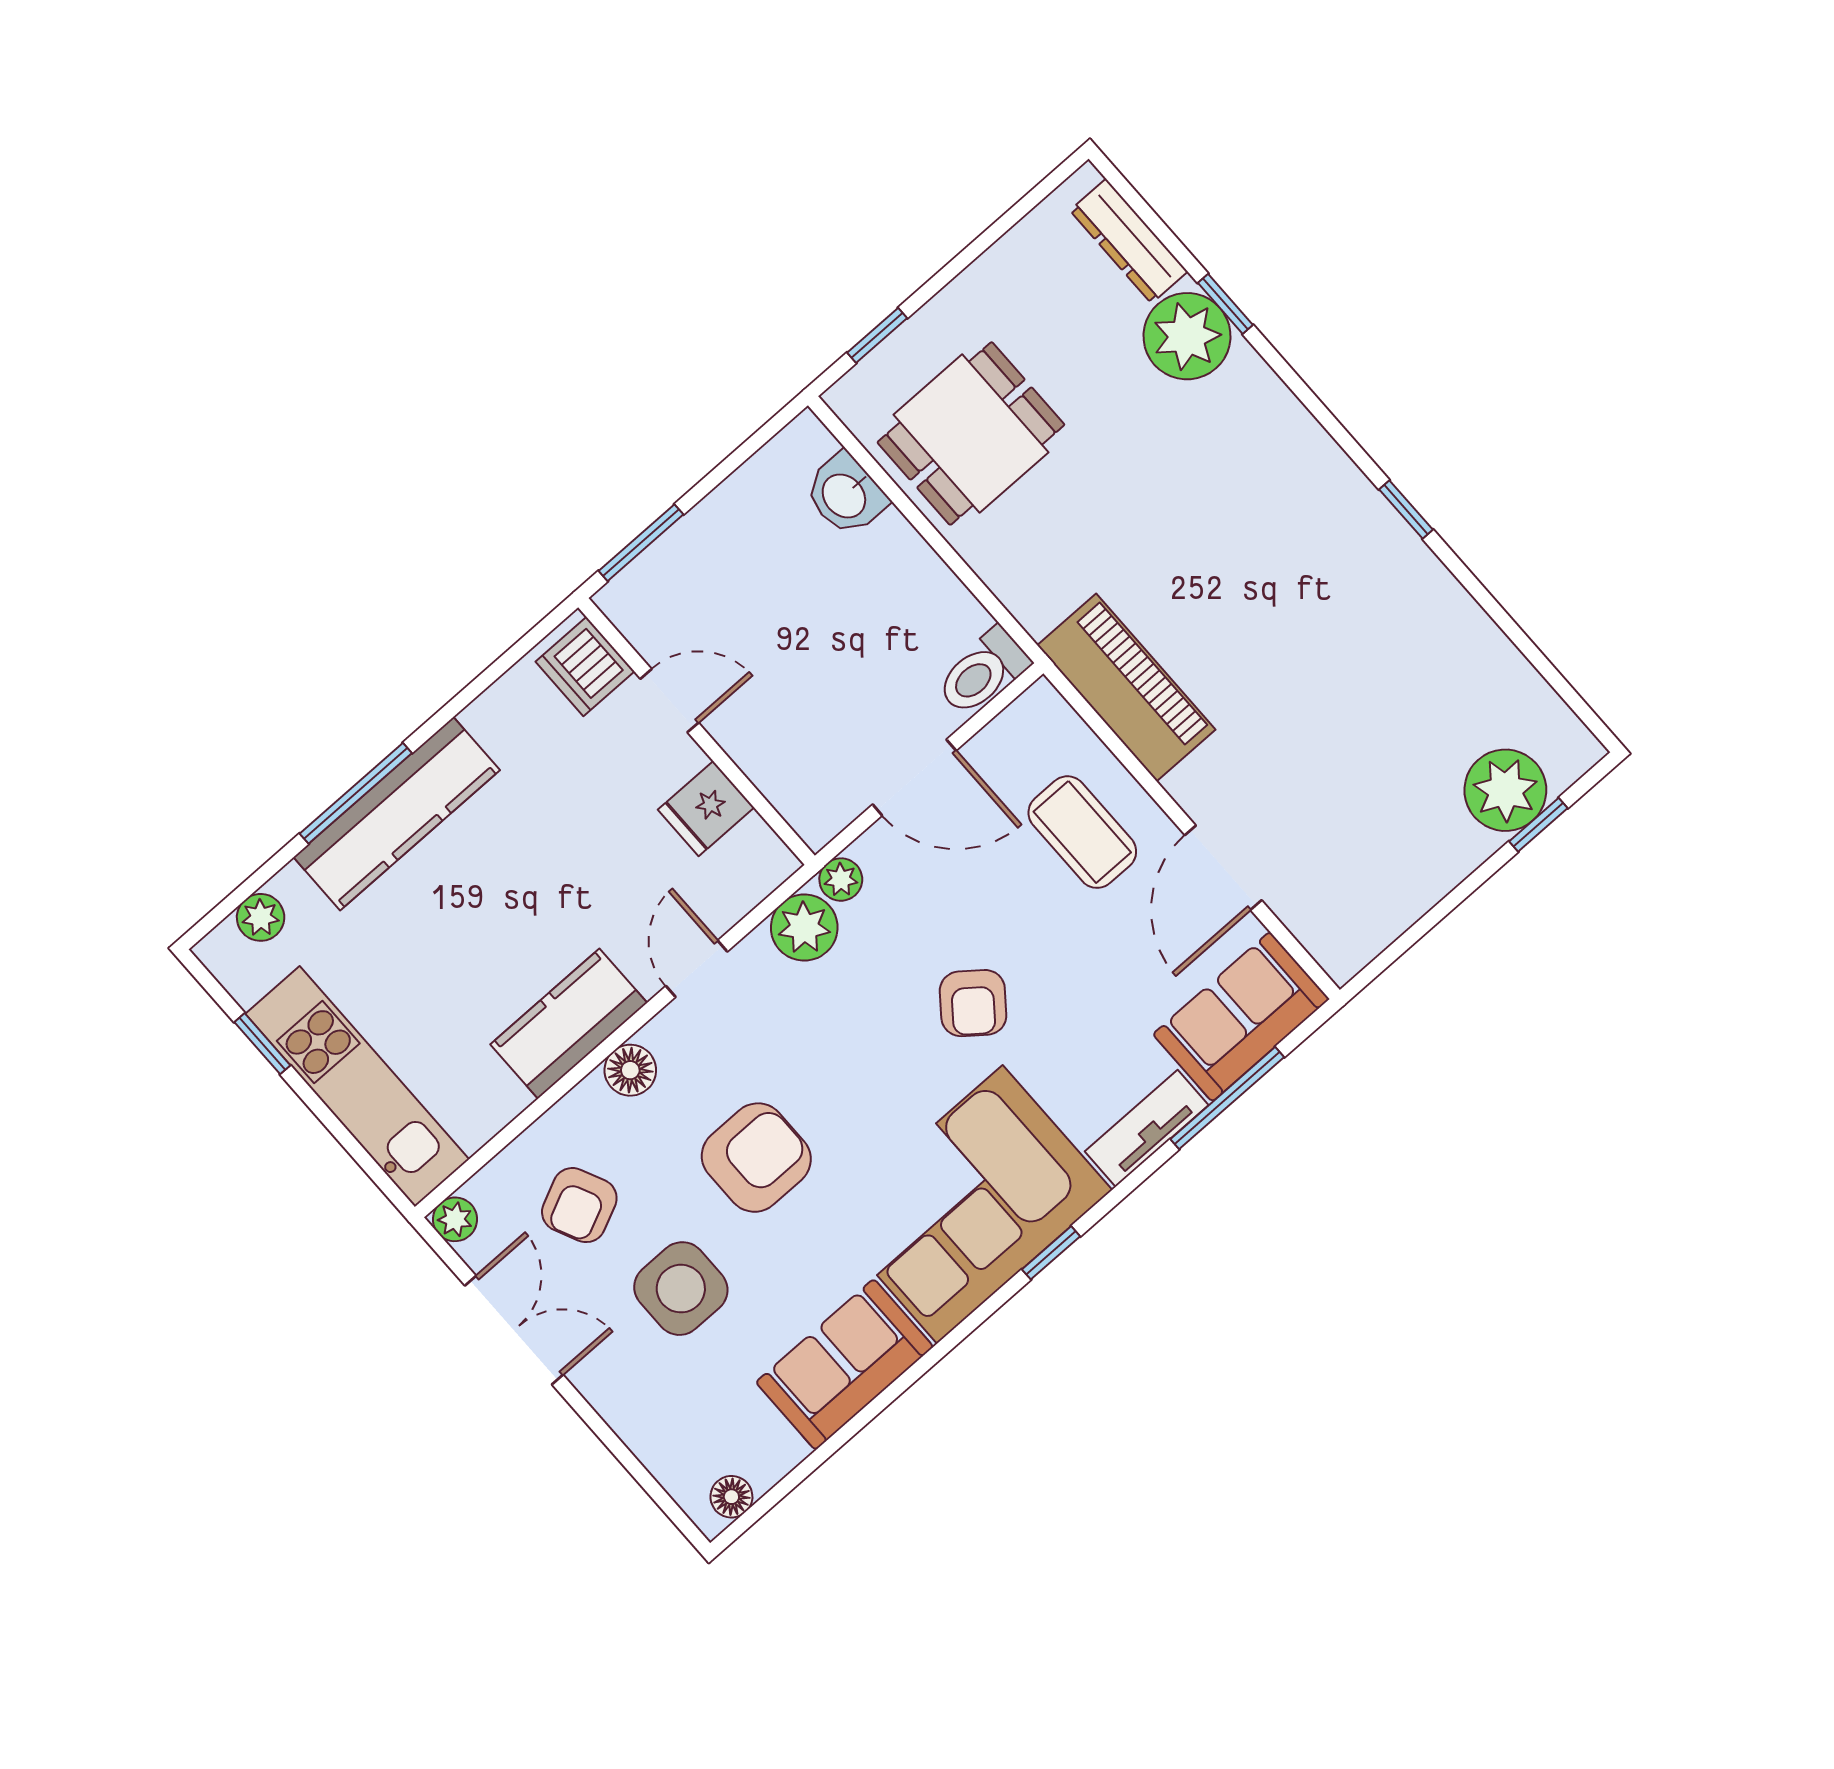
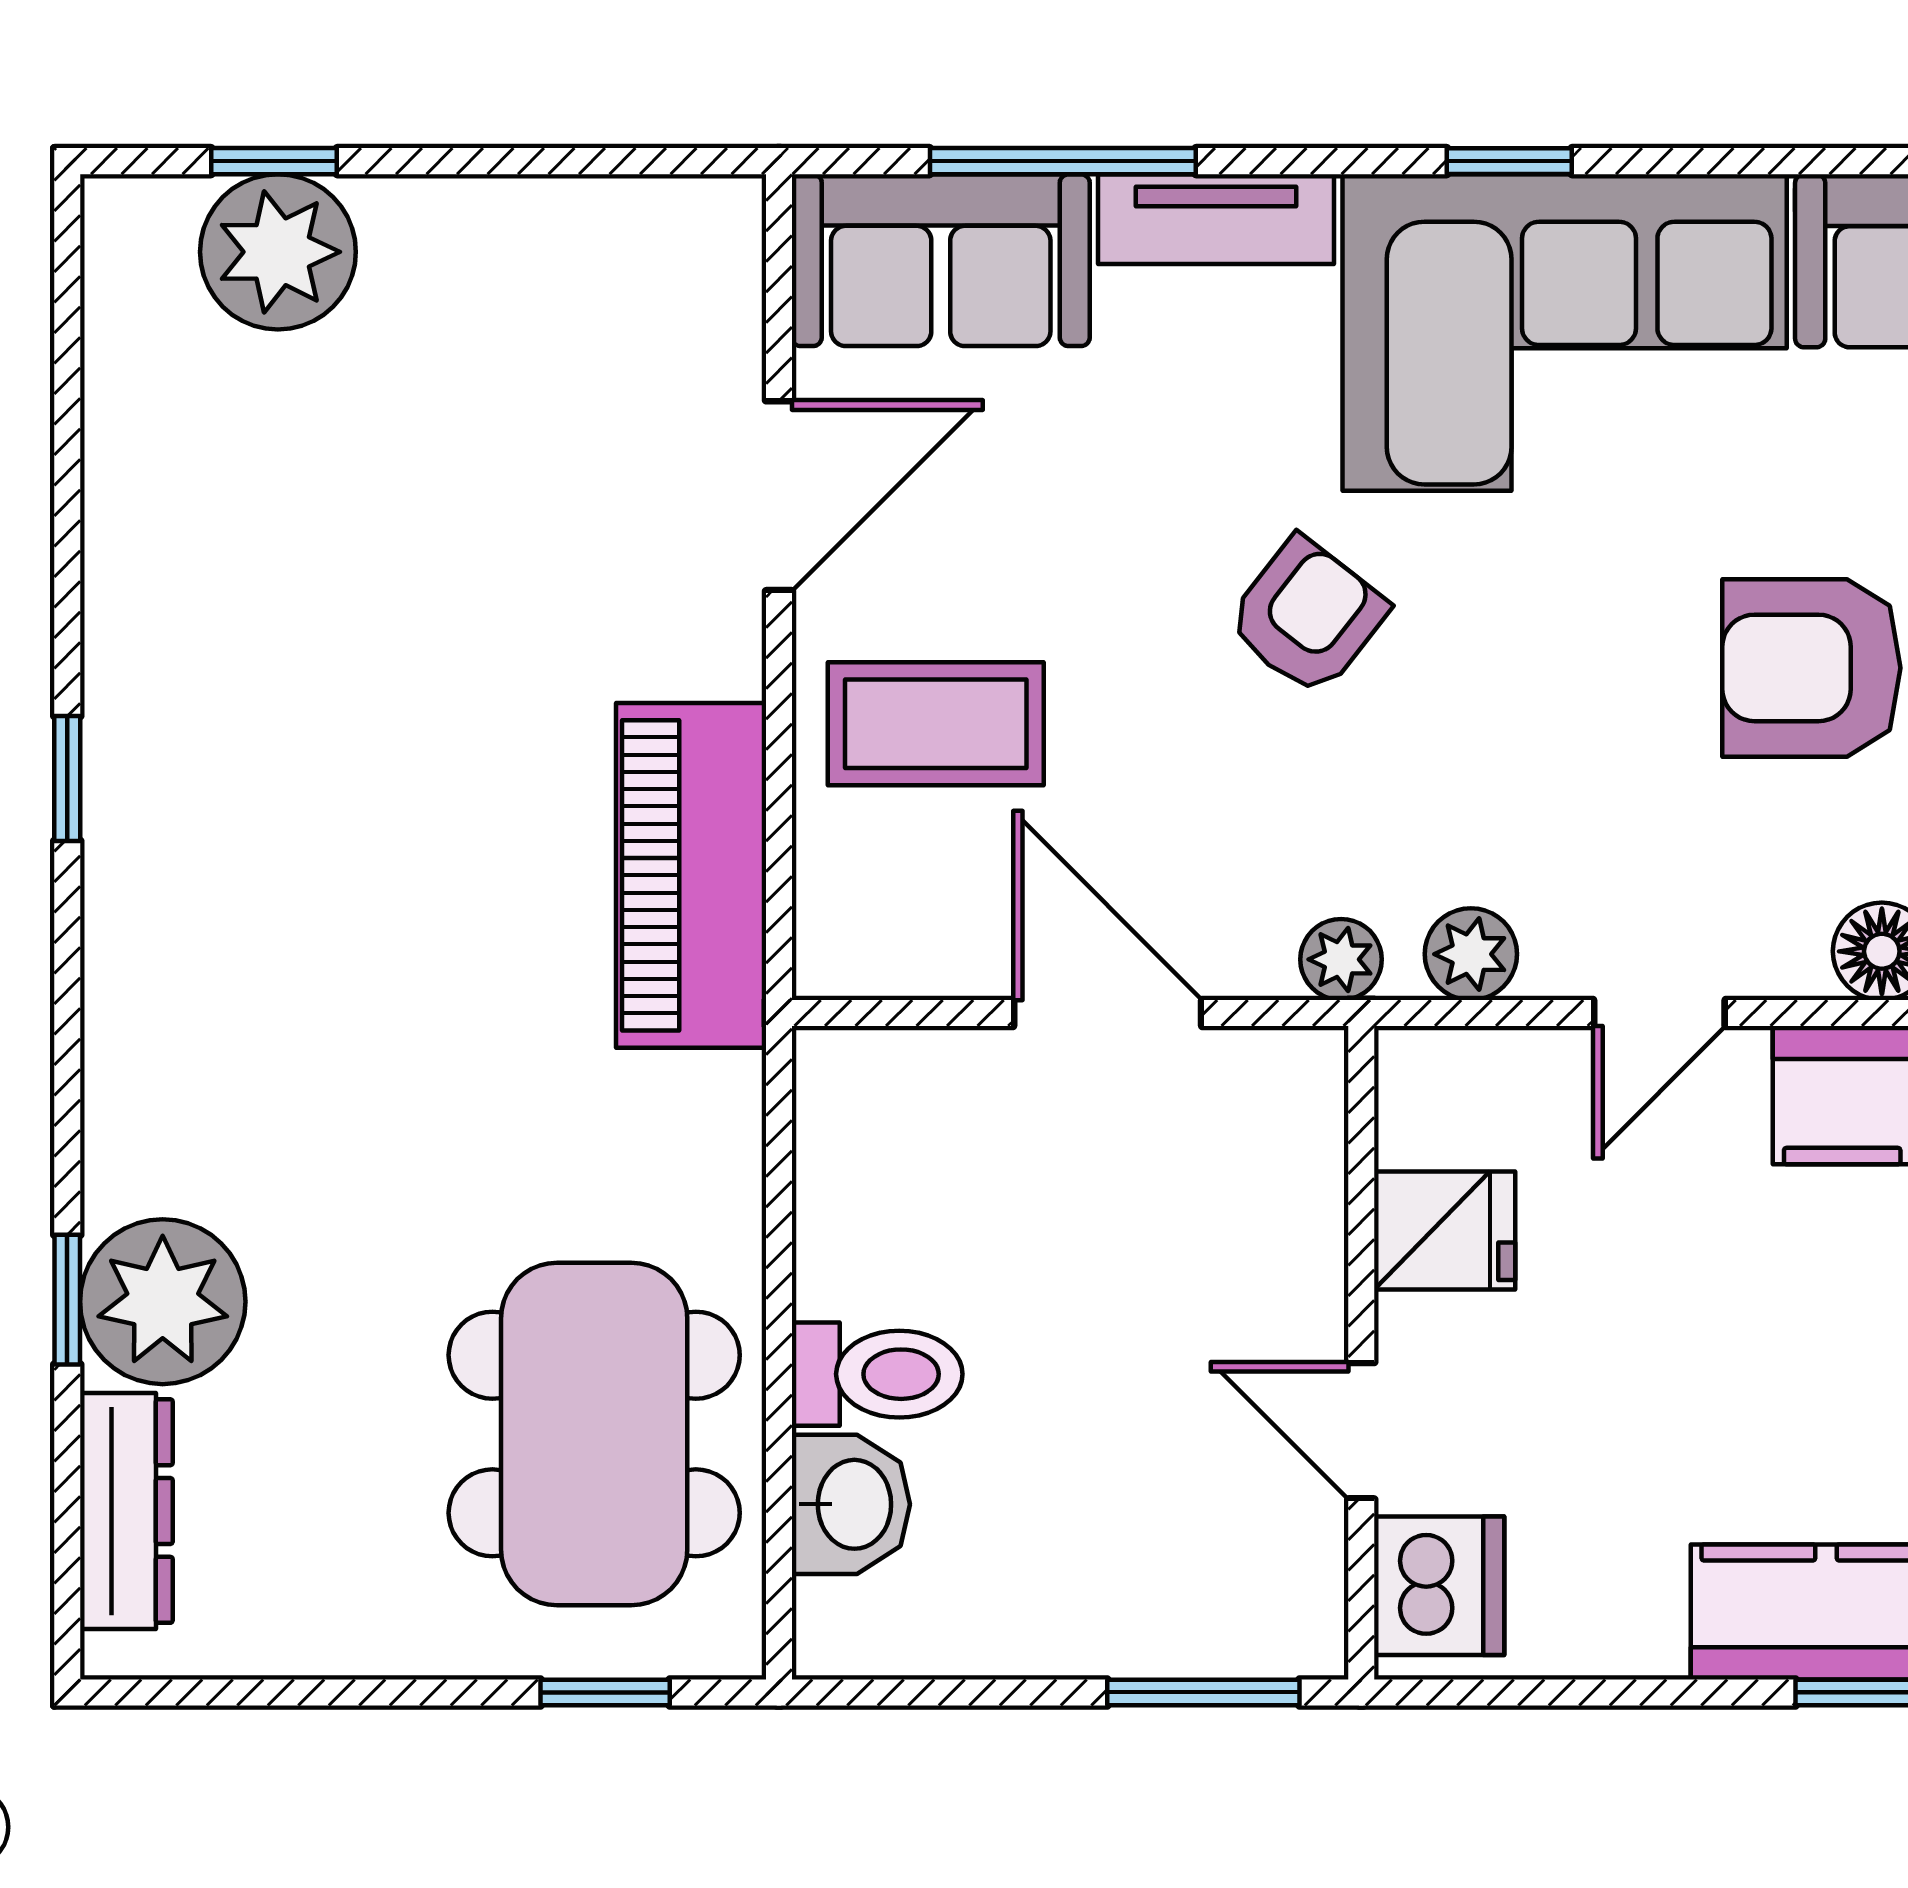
dining table: (971, 433) -> (594, 1434), width x1.38
toilet: (983, 672) -> (877, 1374), moved
coffee table: (1082, 832) -> (936, 724), turned 90
plant: (804, 927) -> (1471, 954), width x0.73, depth x0.73

